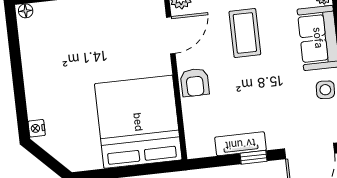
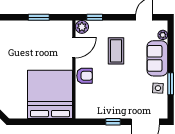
armchair: (195, 82) -> (85, 76), turned -90
tv unit: (240, 144) -> (106, 113), removed

